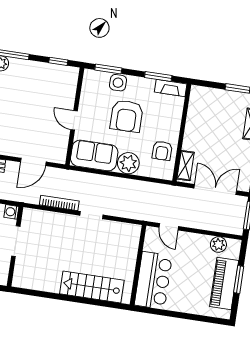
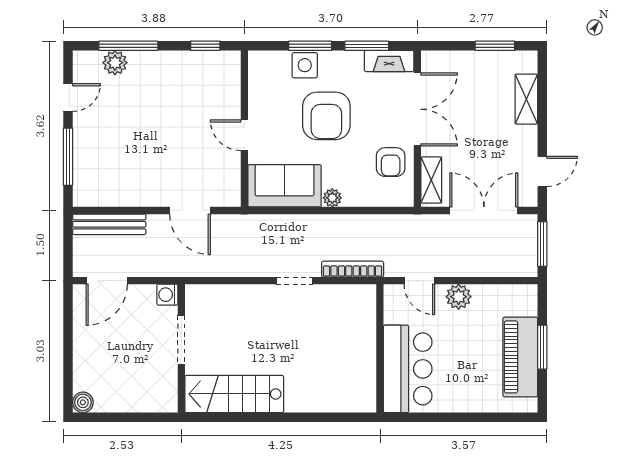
window: (108, 69) -> (310, 46), moved
double door: (184, 121) -> (417, 109), added
door: (33, 162) -> (190, 210), hinge flipped
plant: (128, 163) -> (332, 198), width x0.53, depth x0.53
bookcase: (59, 203) -> (353, 269), moved
plant: (218, 245) -> (459, 297), moved
stairs: (92, 287) -> (234, 394), moved

